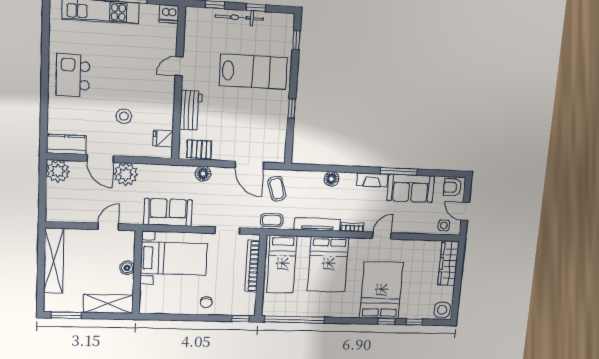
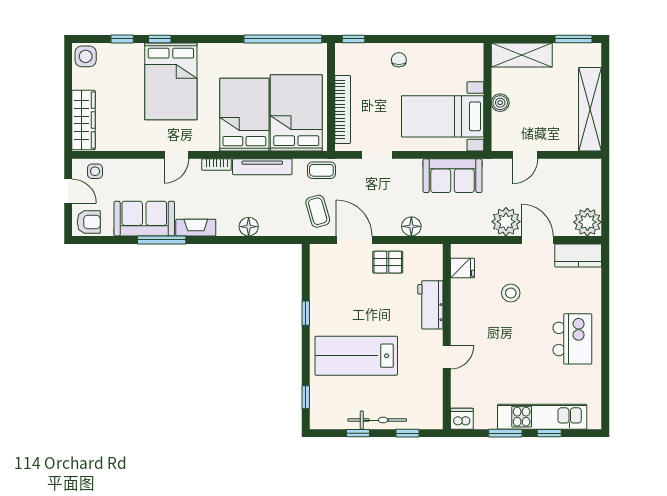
pallet: (199, 149) -> (388, 262), moved
bed: (282, 264) -> (296, 113), width x1.50

